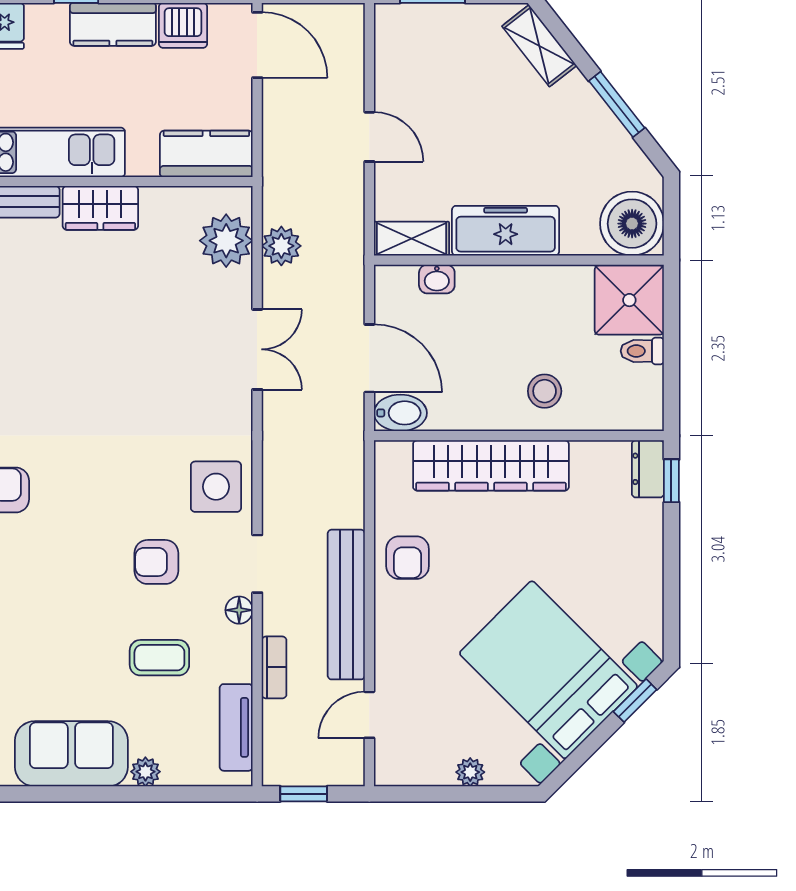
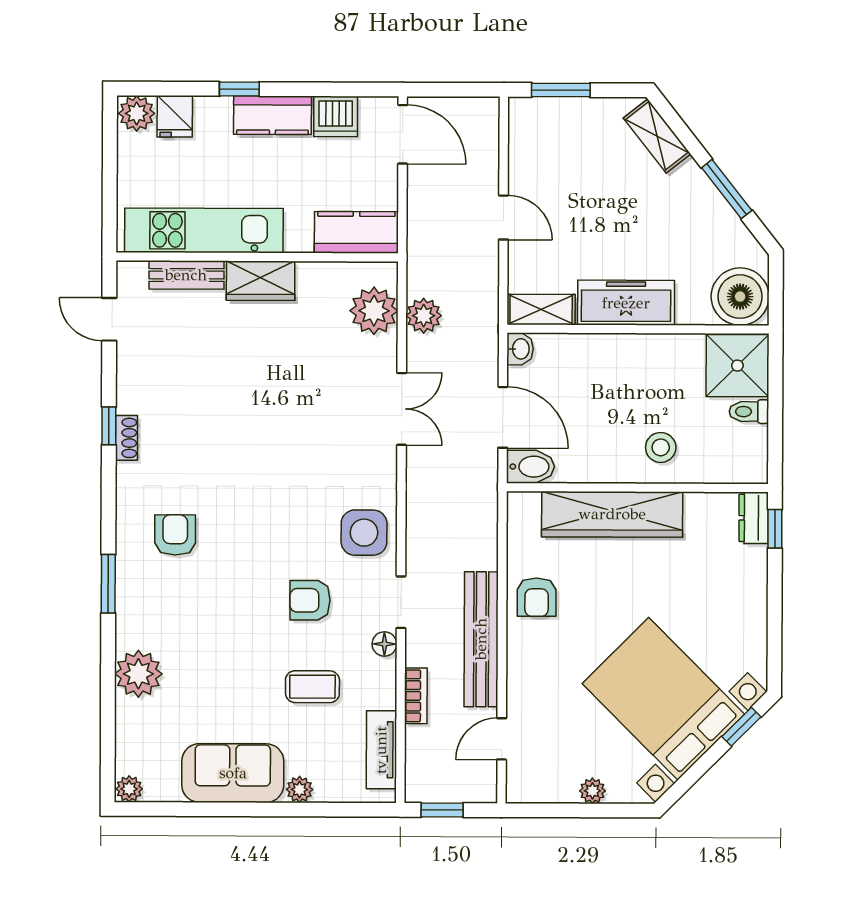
washbasin: (437, 279) -> (520, 349), moved, turned -90

